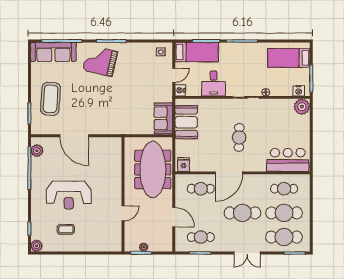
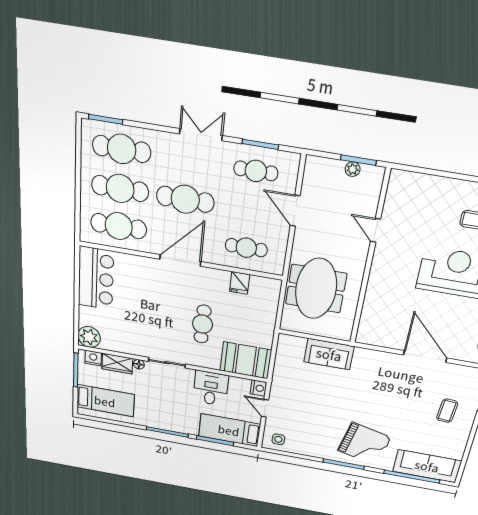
door: (174, 75) -> (265, 408), hinge flipped
wardrobe: (281, 90) -> (117, 364), added
coffee table: (50, 99) -> (447, 411), width x0.54, depth x0.58
sofa: (163, 118) -> (329, 354), moved, turned 90
booth: (186, 122) -> (246, 360), moved, turned 90
cafe table: (239, 137) -> (203, 324), moved
bar counter: (288, 160) -> (96, 278), moved, turned -90
fridge: (184, 165) -> (240, 283), moved
meeting table: (153, 169) -> (316, 289), width x0.73
door: (229, 173) -> (180, 260), moved
cafe table: (284, 189) -> (119, 226), width x1.37, depth x1.35
door: (123, 213) -> (376, 230), hinge flipped
double door: (247, 253) -> (201, 135), moved

